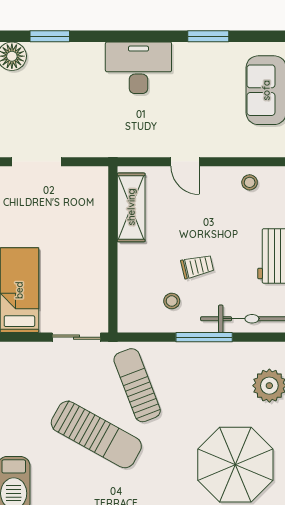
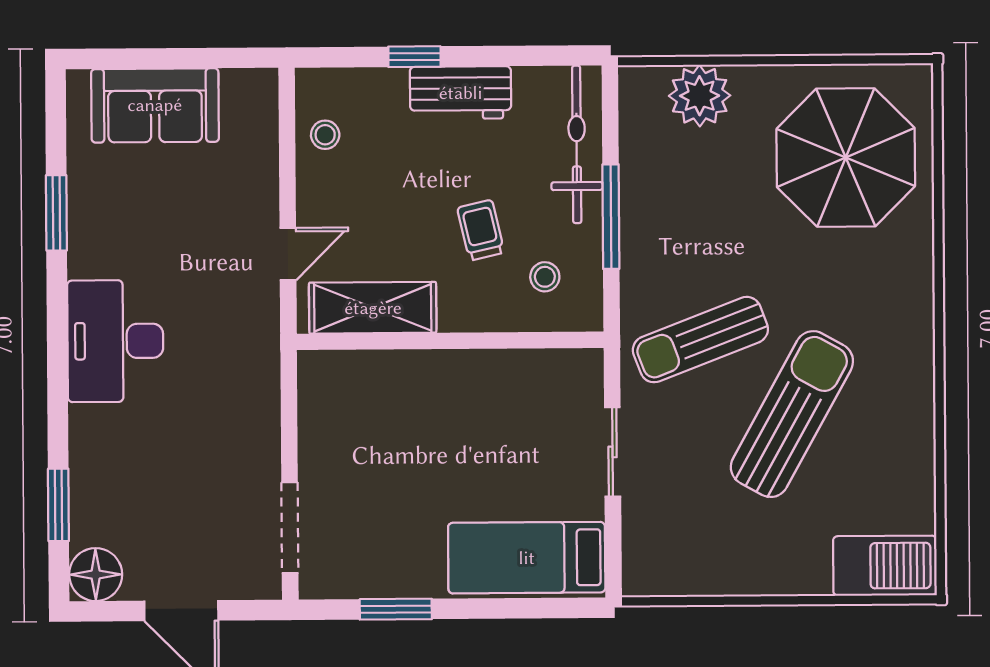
shelving: (131, 207) -> (373, 308), moved
wall: (113, 249) -> (450, 341), moved

